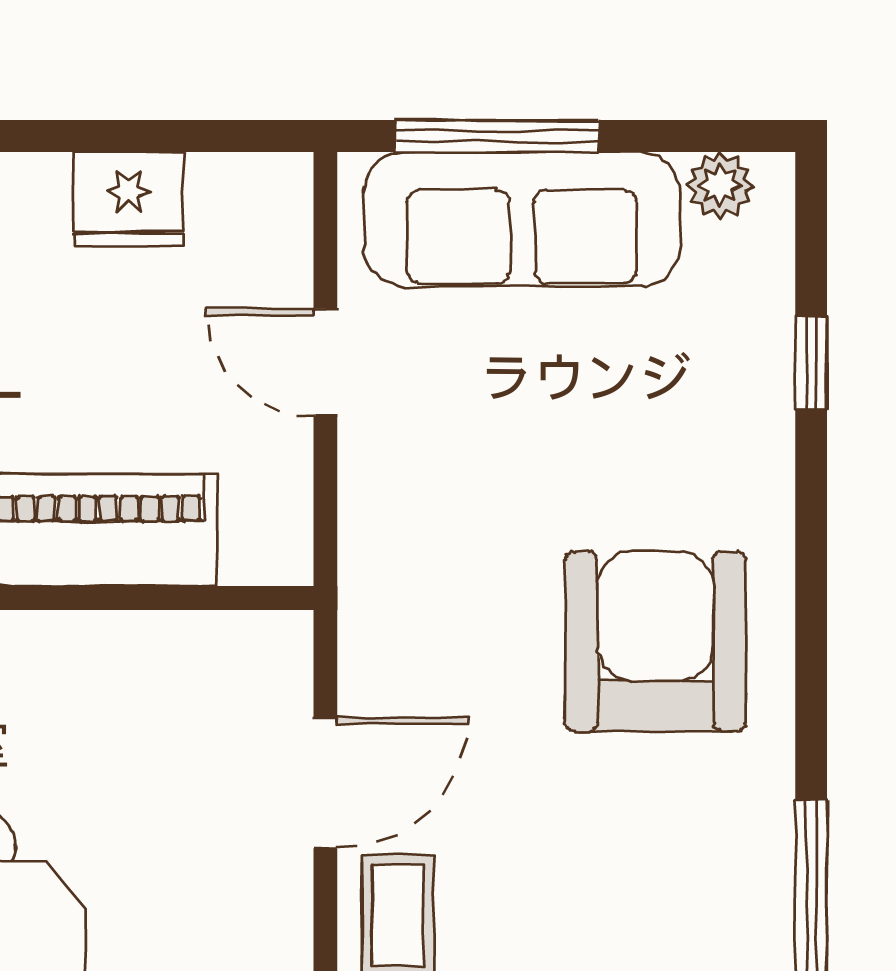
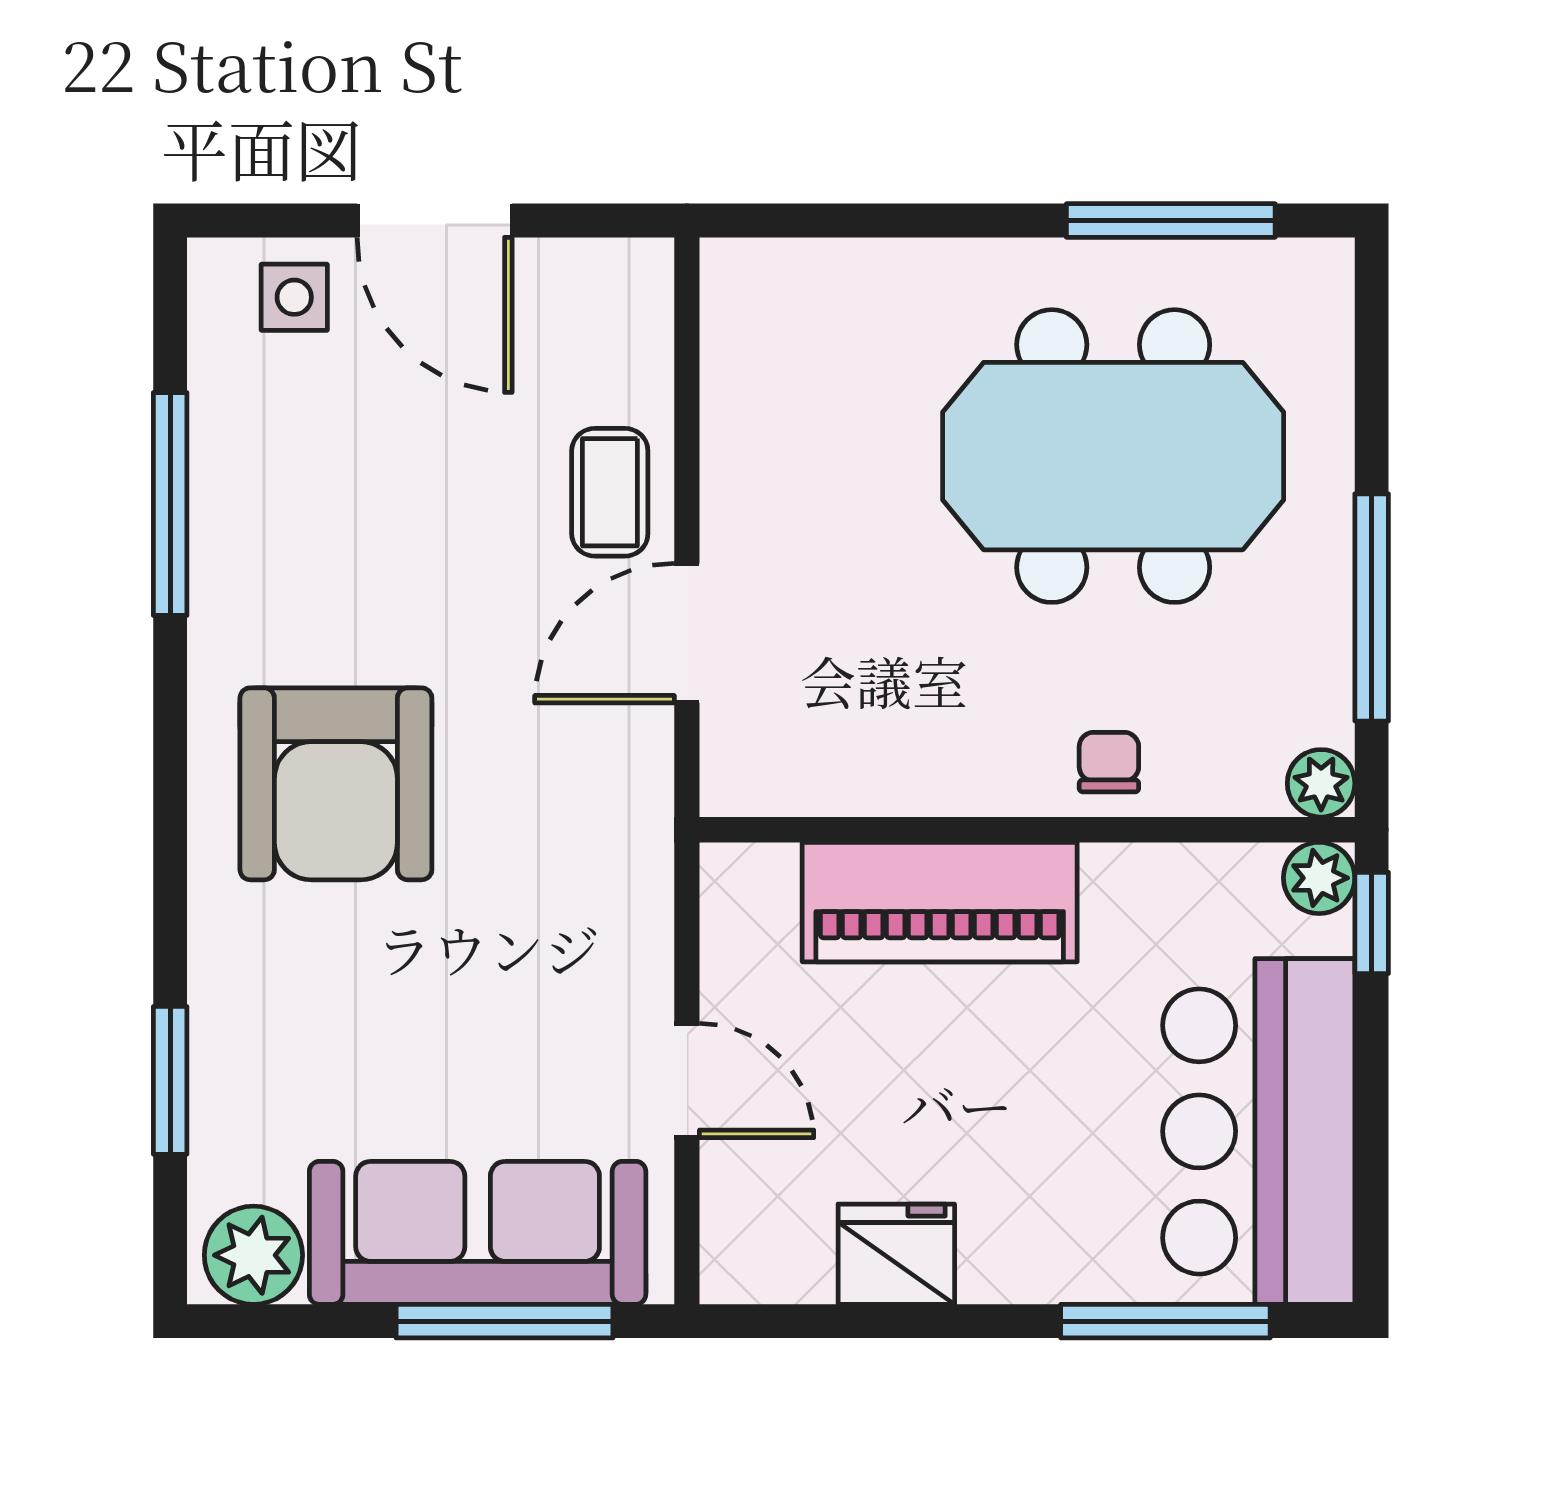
plant: (720, 185) -> (253, 1255), width x1.38, depth x1.38
window: (811, 362) -> (170, 1080), width x1.50

